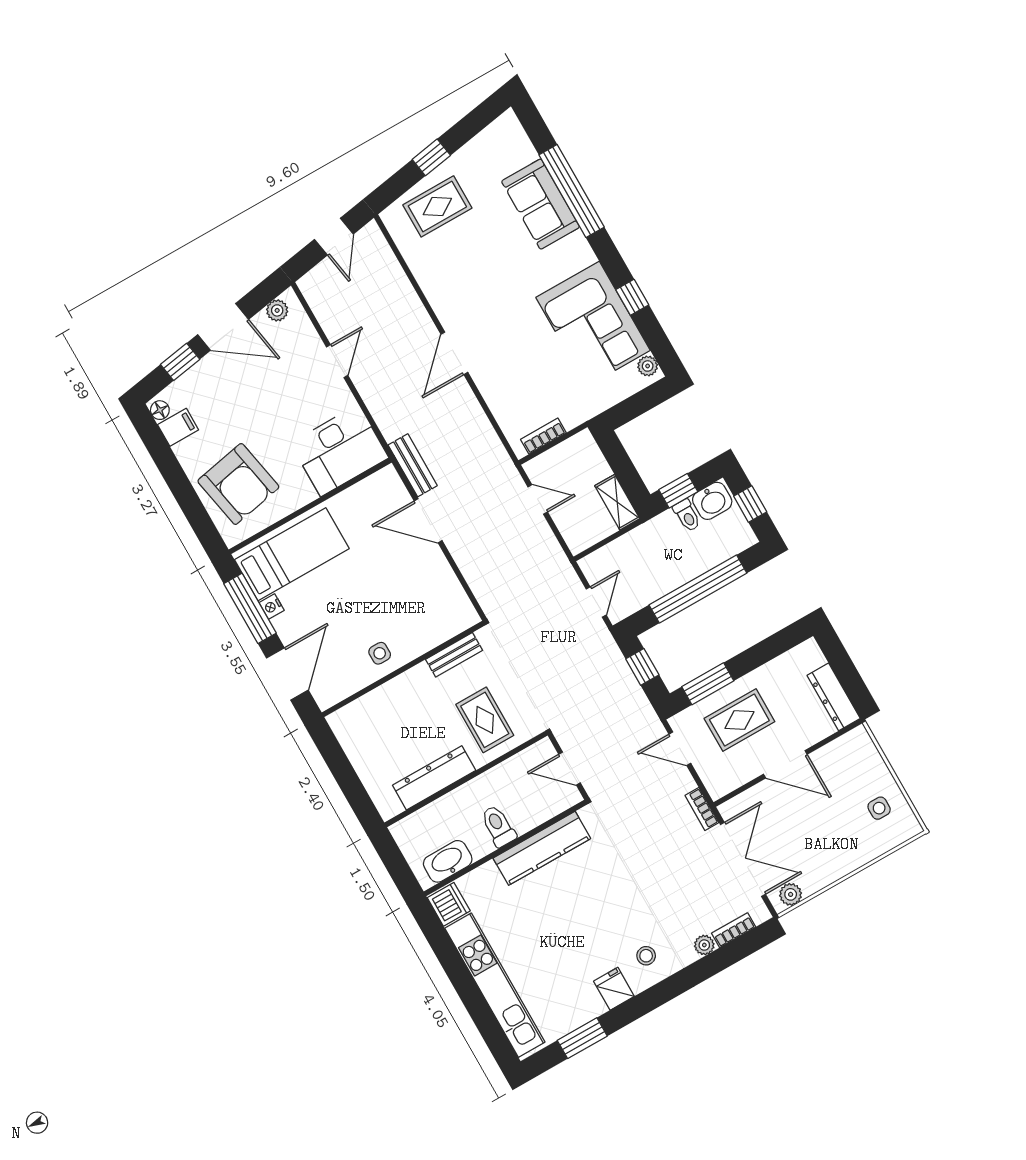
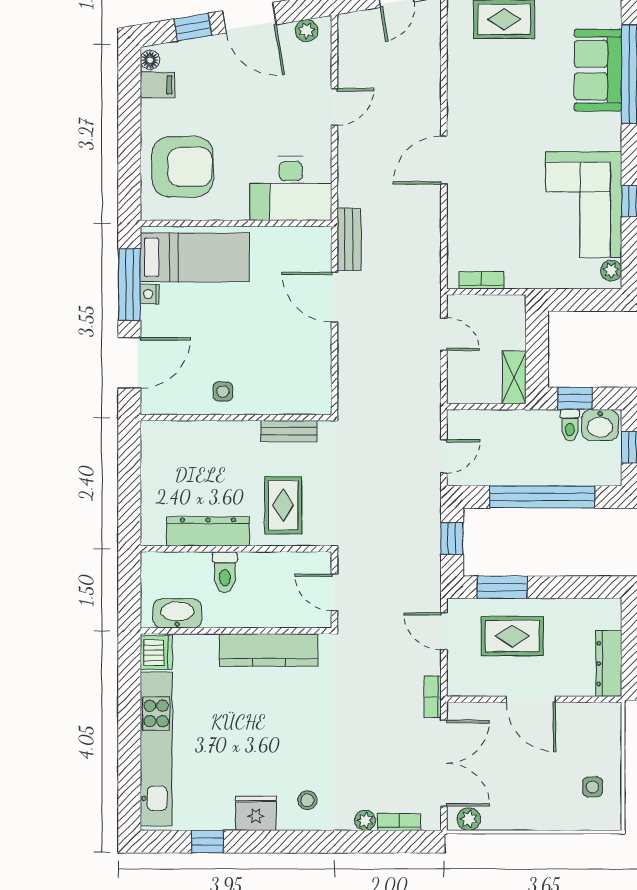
armchair: (238, 484) -> (183, 167), turned -79
toilet: (498, 826) -> (225, 572), moved, turned 180
fridge: (614, 989) -> (256, 813), width x1.38
window: (582, 1038) -> (208, 842), width x0.67

